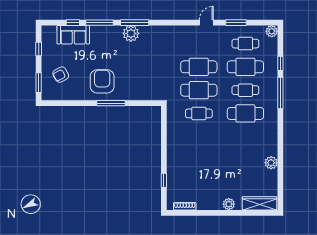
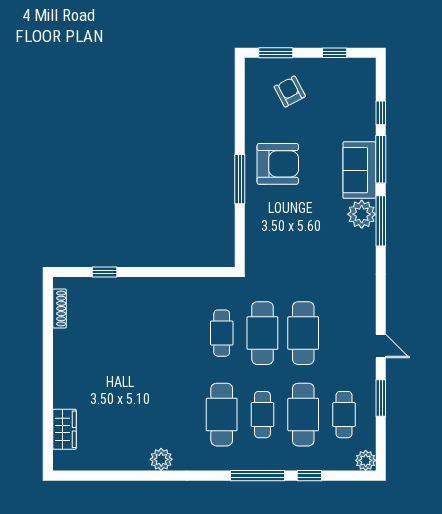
sofa: (73, 35) -> (359, 170), moved
plant: (271, 163) -> (161, 459), moved
wardrobe: (260, 203) -> (64, 429), width x0.67
plant: (229, 204) -> (63, 386), removed

